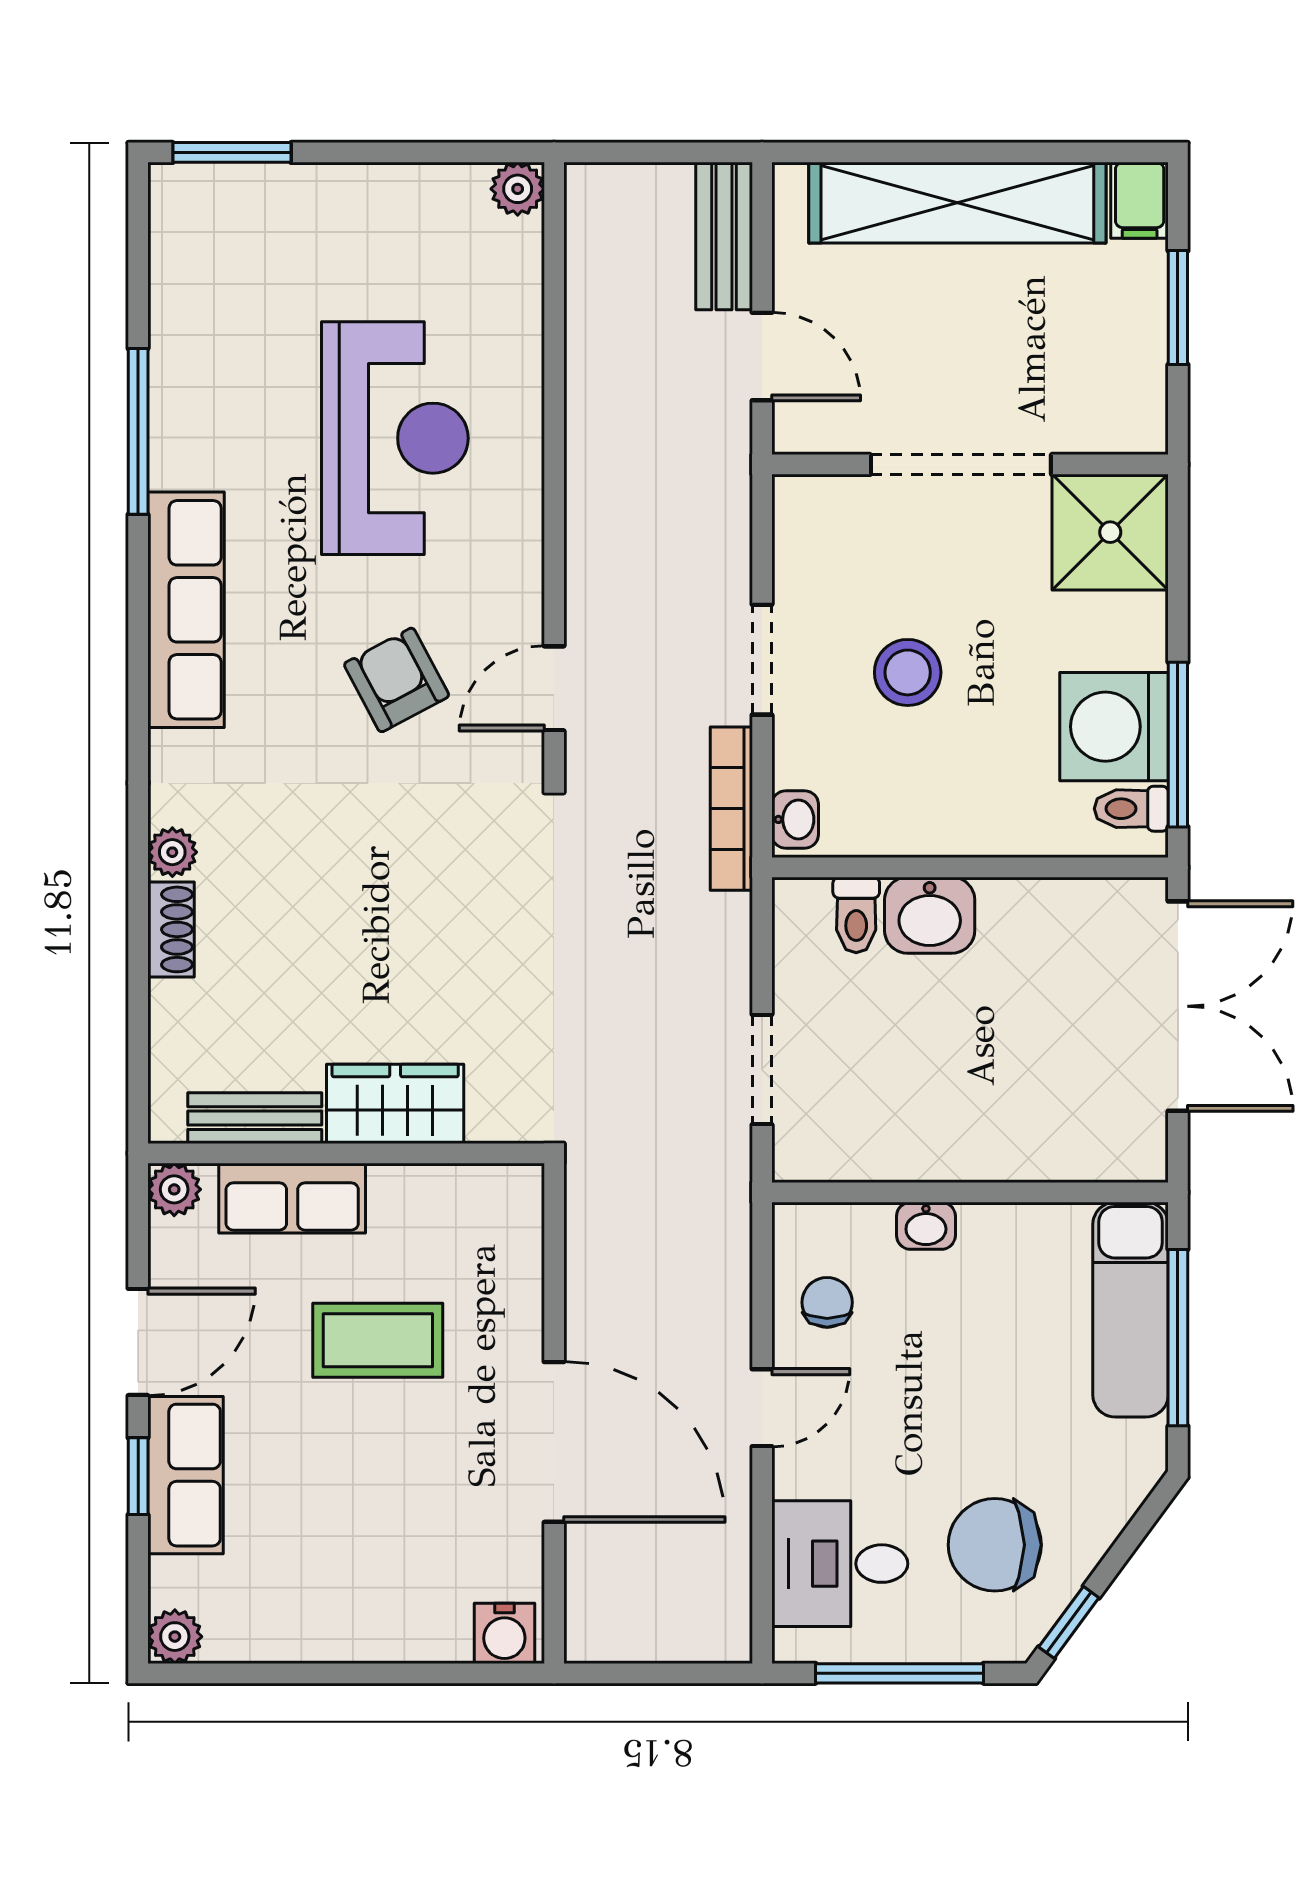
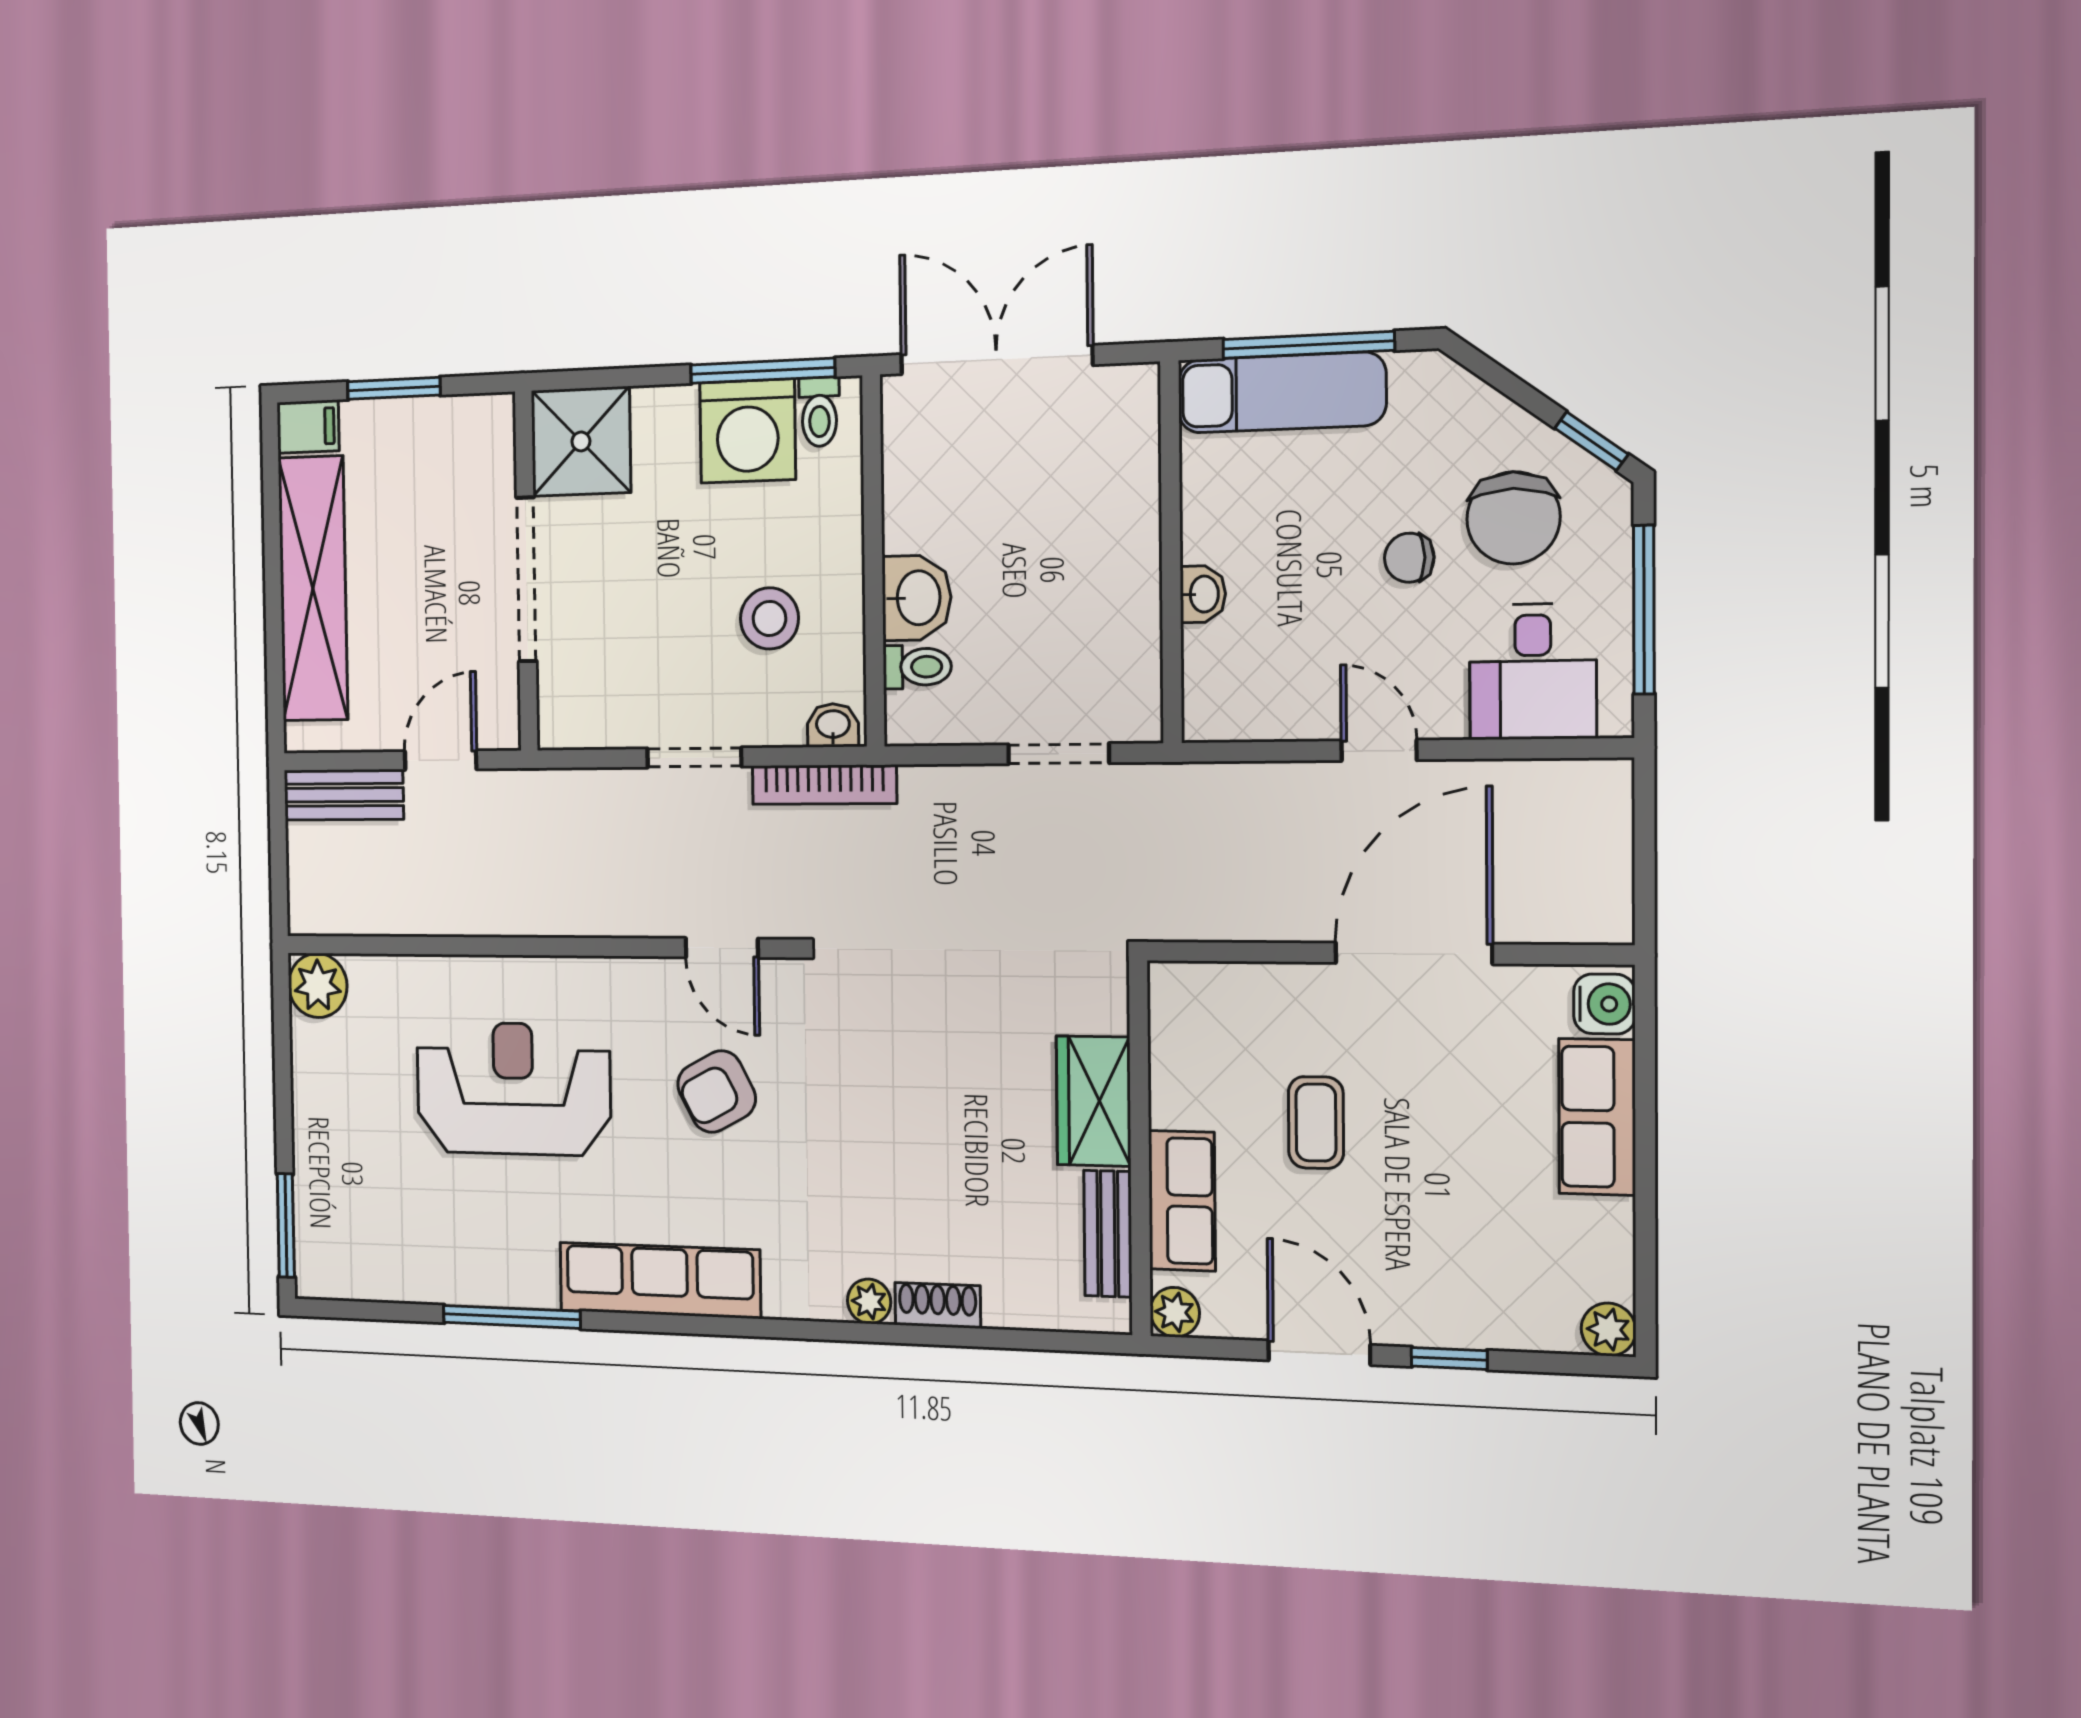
plant: (518, 189) -> (318, 985), width x1.38, depth x1.38
stool: (908, 672) -> (769, 618), moved
chair: (827, 1302) -> (1409, 558), moved
coffee table: (378, 1340) -> (1316, 1123), width x0.73, depth x0.77
row of seats: (186, 1475) -> (1597, 1117), moved, turned -90

